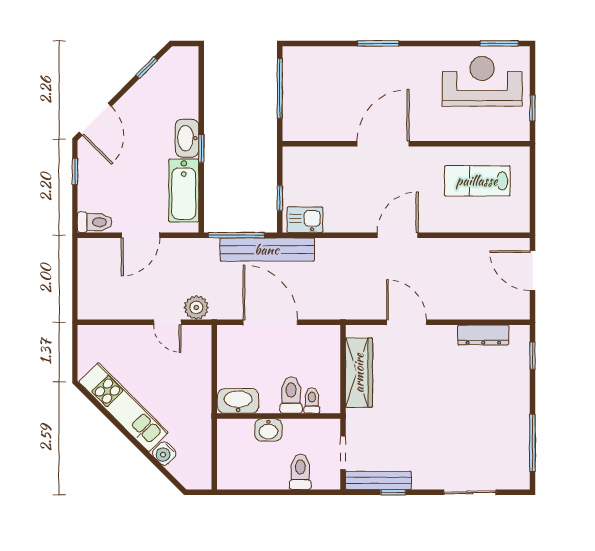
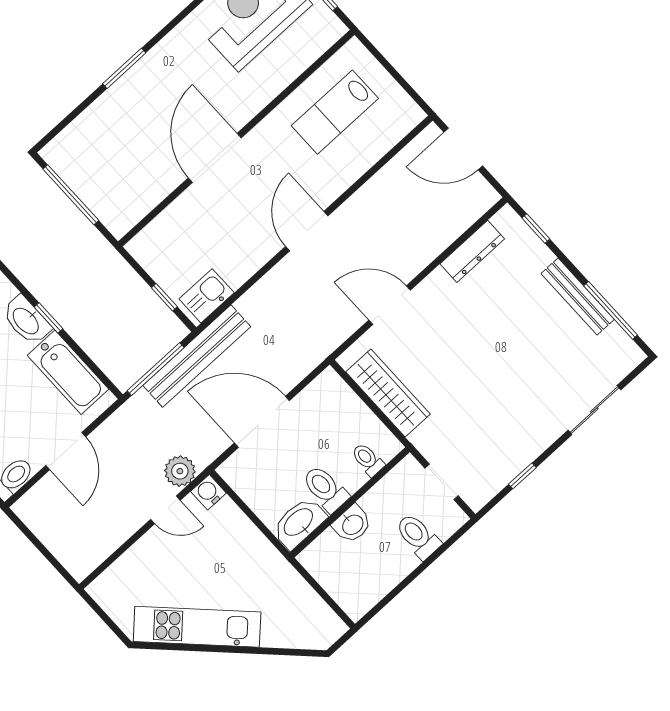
toilet: (291, 395) -> (325, 489), moved
water cooler: (164, 453) -> (208, 492), moved, turned 135
bench: (378, 480) -> (578, 296), moved, turned 90

